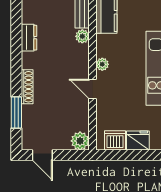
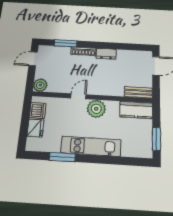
plant: (82, 36) -> (118, 91), removed
dresser: (29, 38) -> (106, 54), moved
plant: (102, 64) -> (96, 109), width x1.88, depth x1.88

